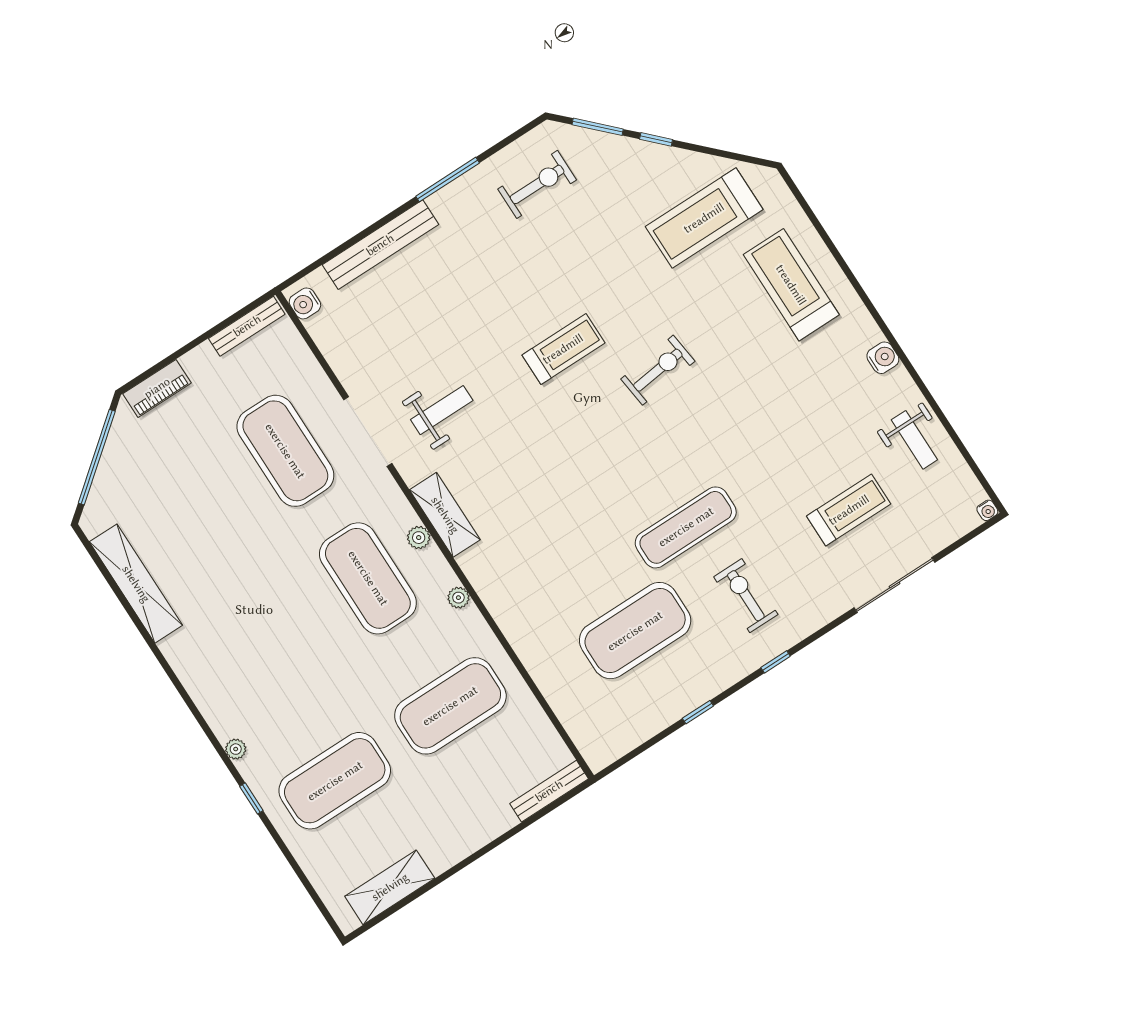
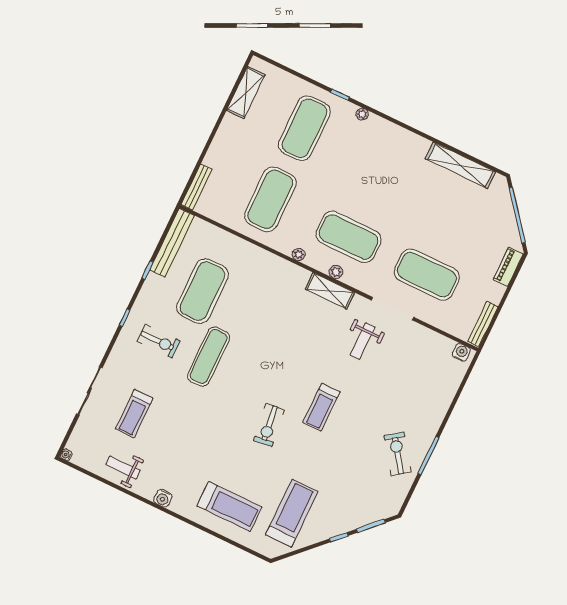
exercise bike: (537, 184) -> (398, 454), moved, turned 144
bench: (380, 245) -> (172, 243), moved

